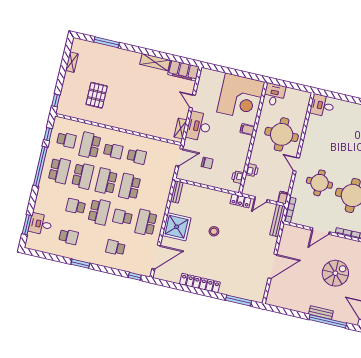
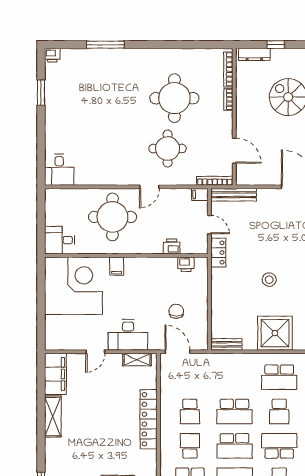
locker: (138, 127) -> (149, 419), added
school desk: (137, 156) -> (190, 412), turned 180
door: (321, 231) -> (234, 151), moved

